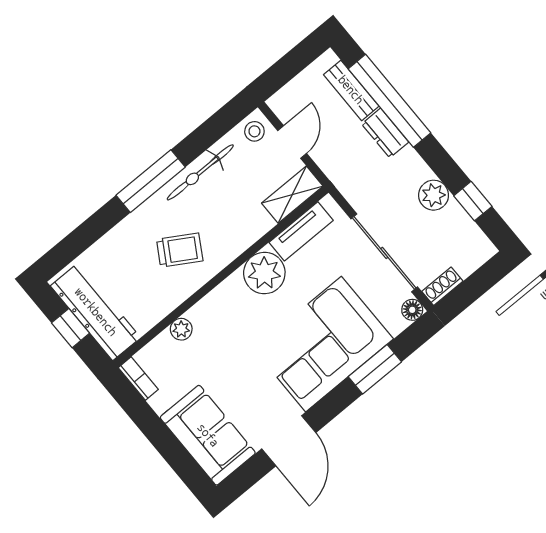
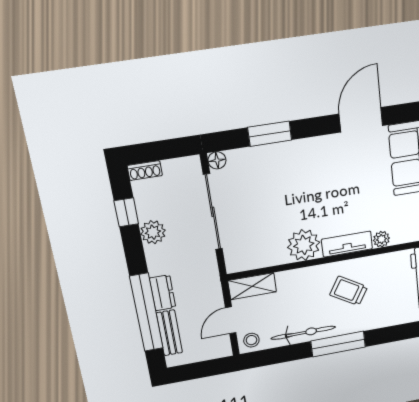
tv unit: (301, 231) -> (347, 244), moved
shoe rack: (442, 286) -> (145, 171), moved
corner sofa: (323, 344) -> (294, 173), removed

